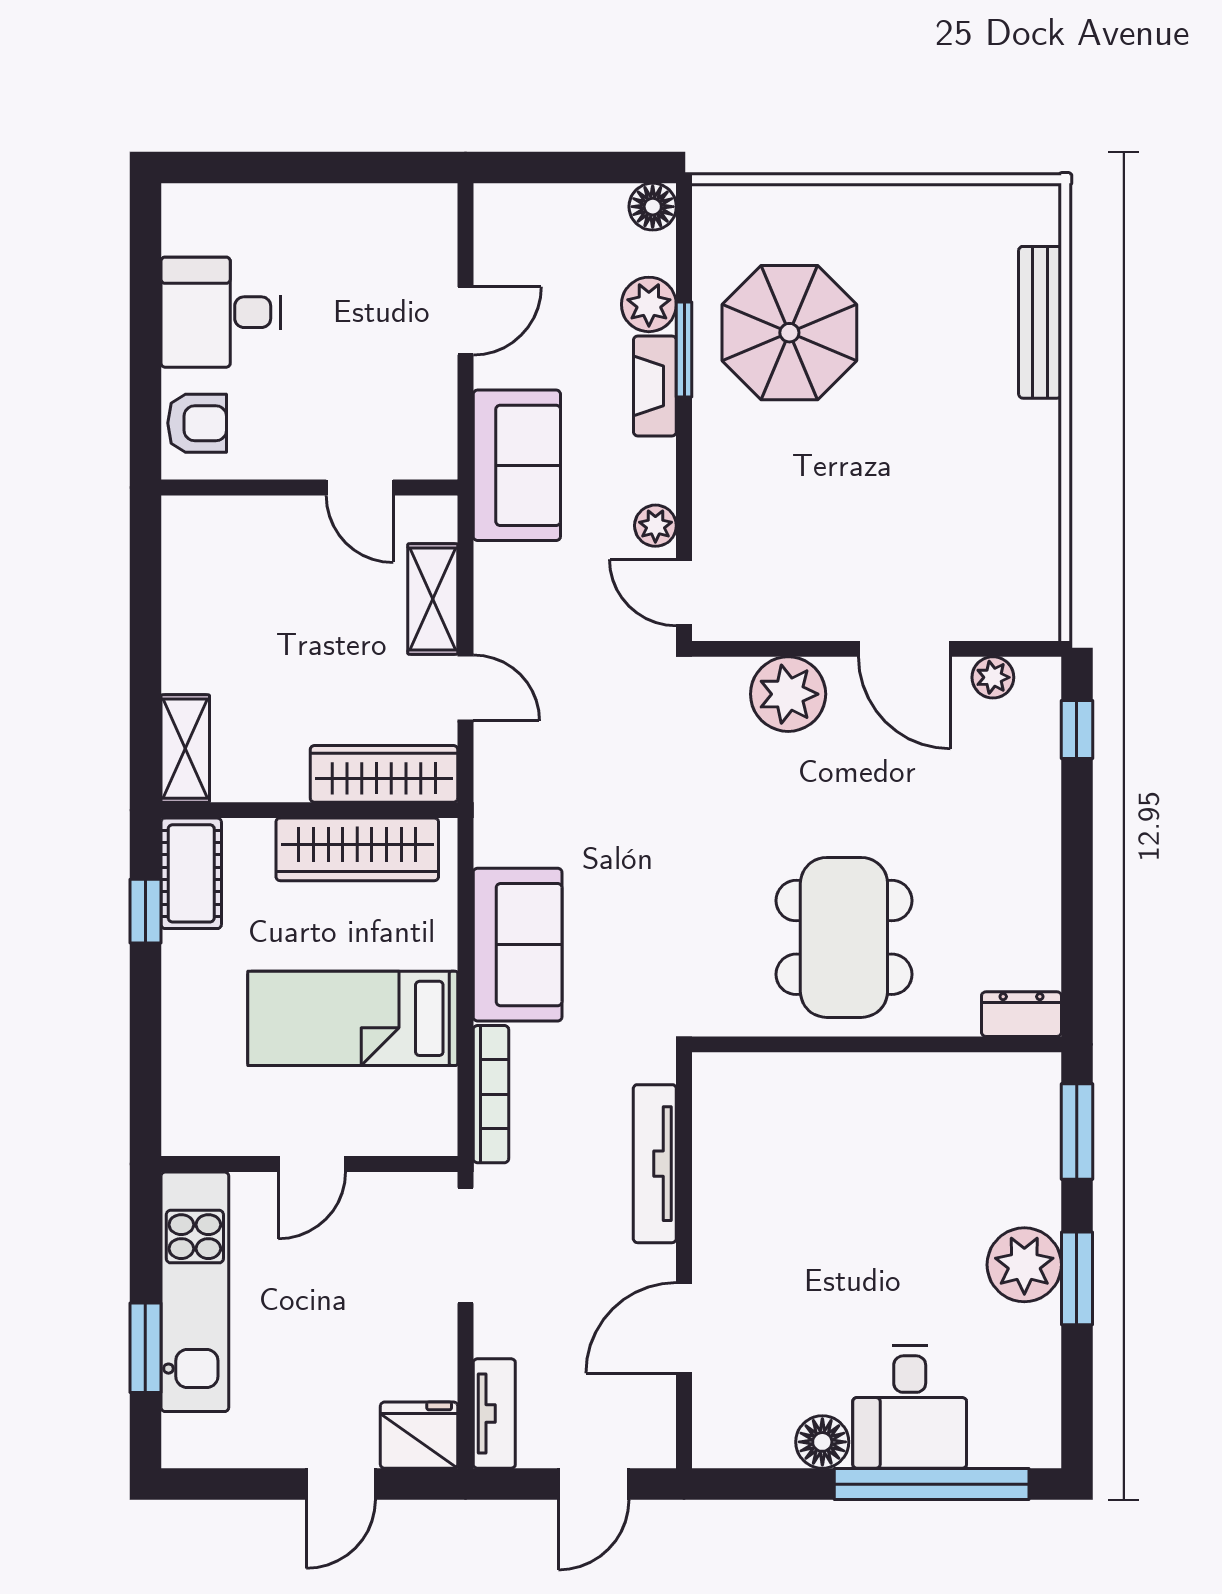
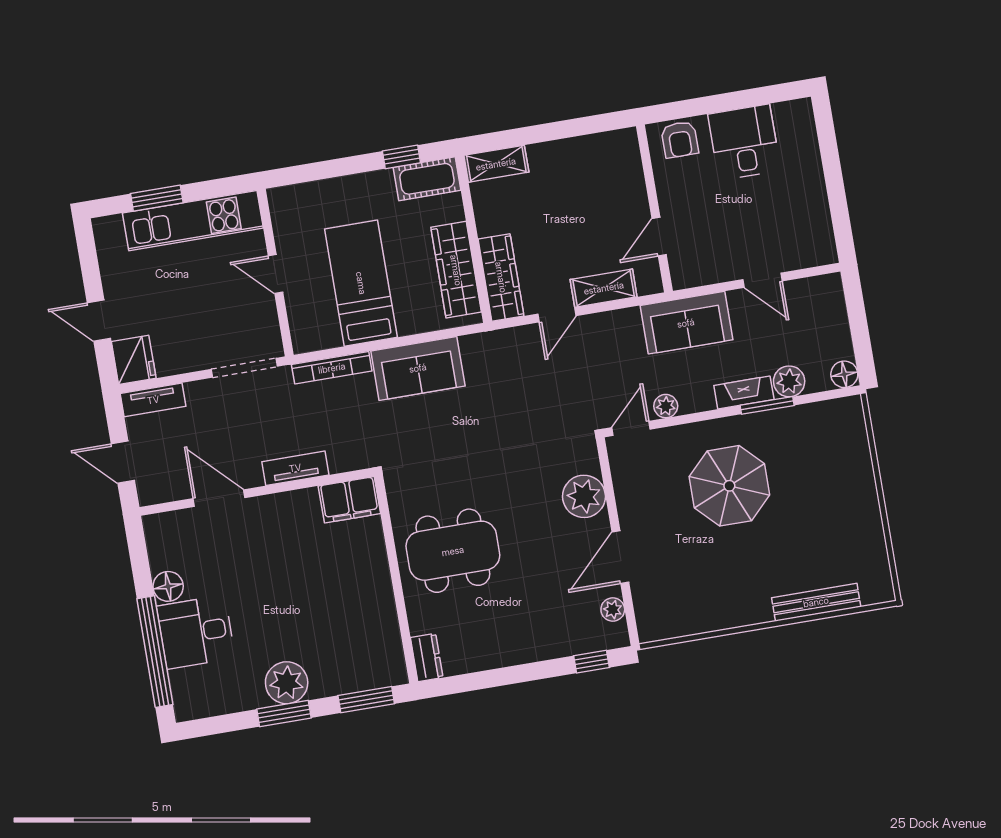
parasol: (789, 333) -> (729, 486), moved
filing cabinet: (725, 1102) -> (349, 500), added
tv unit: (655, 1164) -> (295, 468), width x0.71

